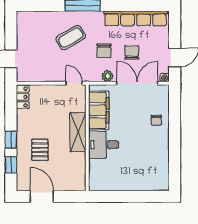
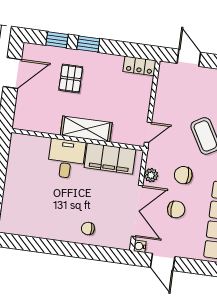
pallet: (40, 150) -> (71, 79), turned 90

